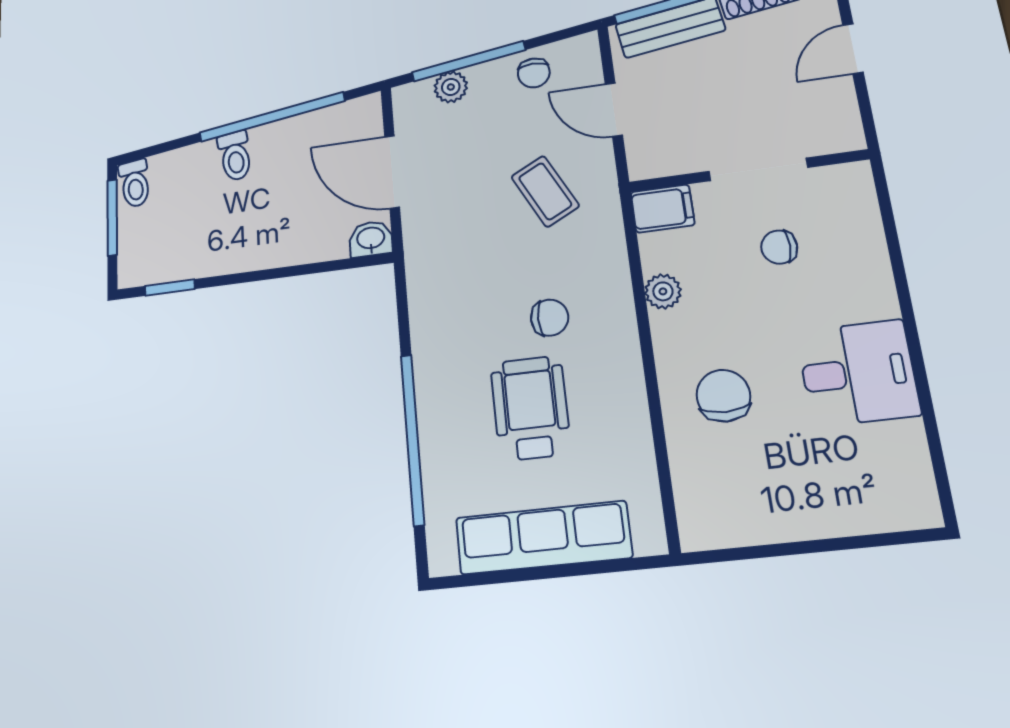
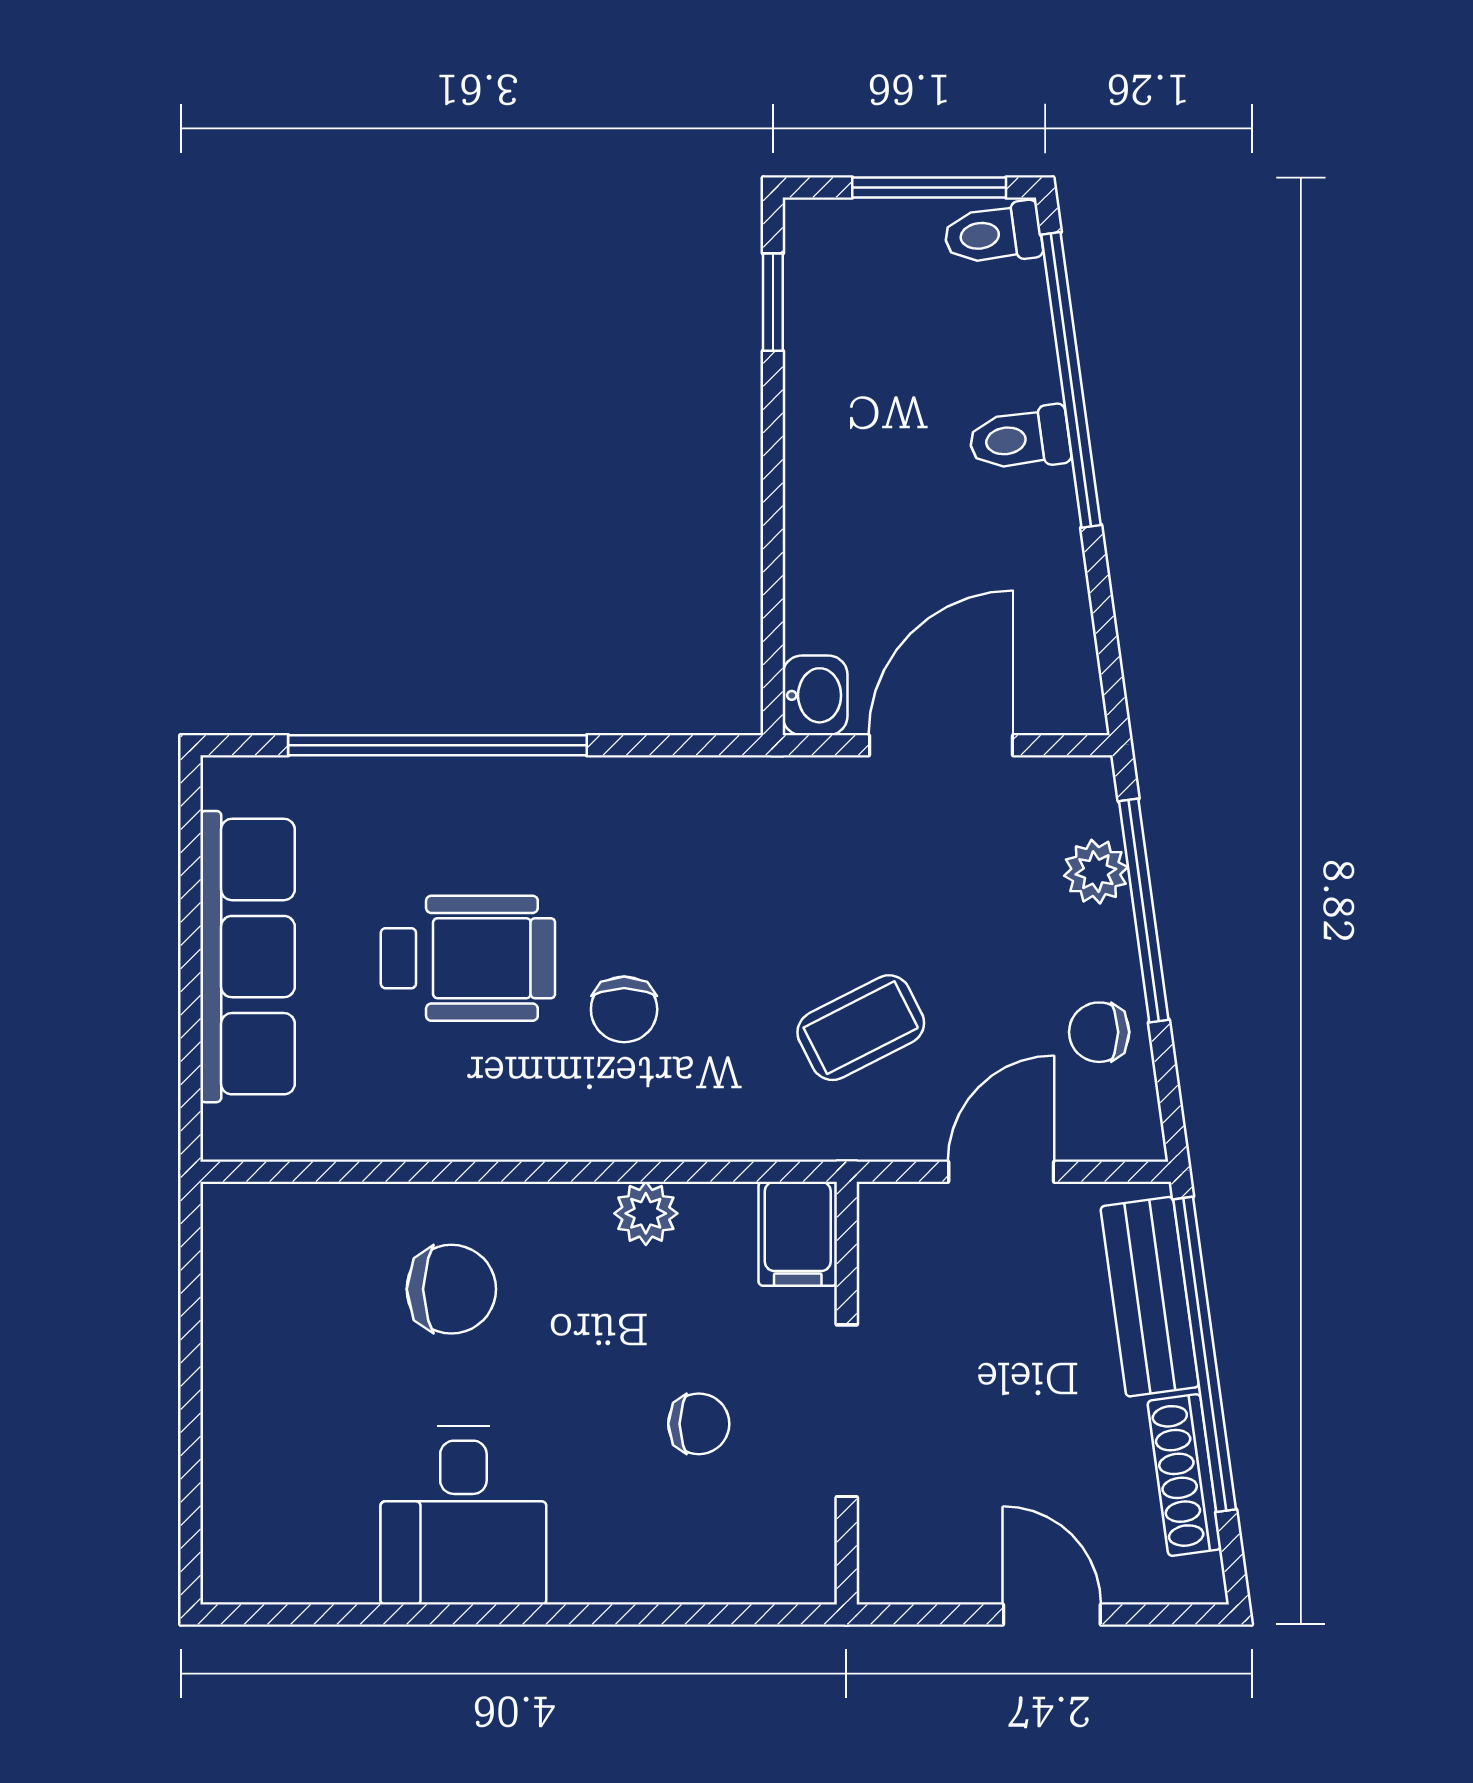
window: (272, 117) -> (1071, 380), moved
chair: (779, 247) -> (699, 1424), turned 90

